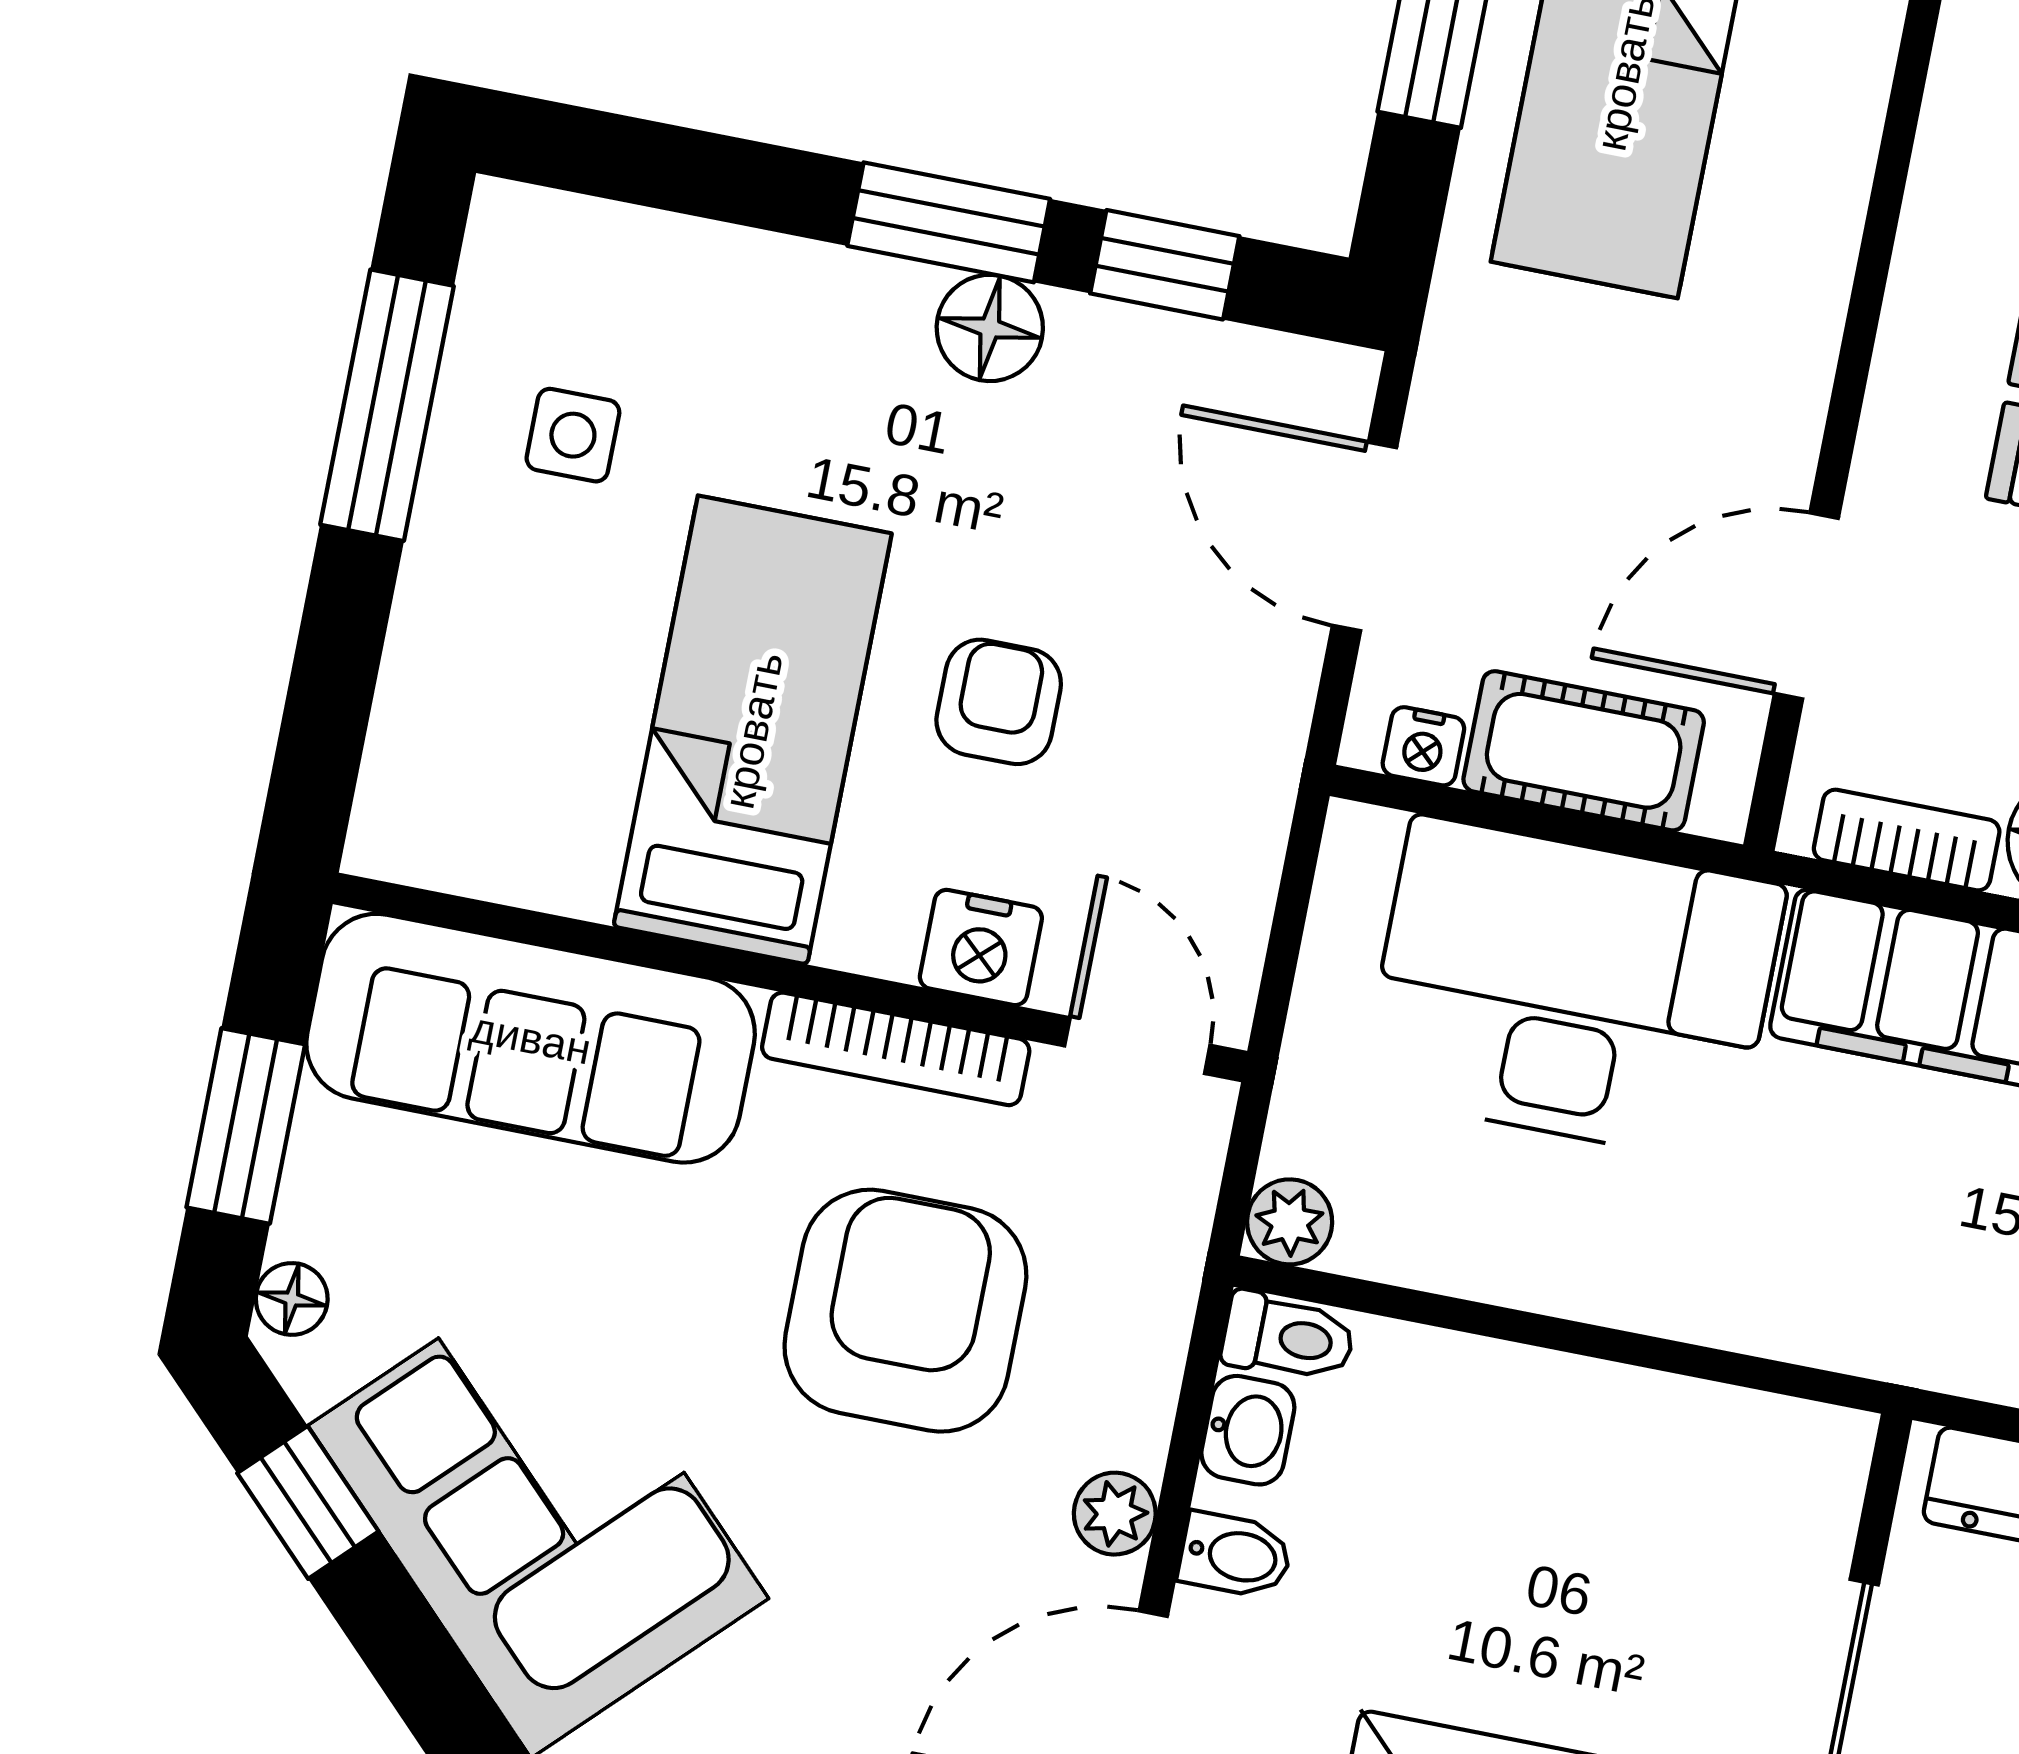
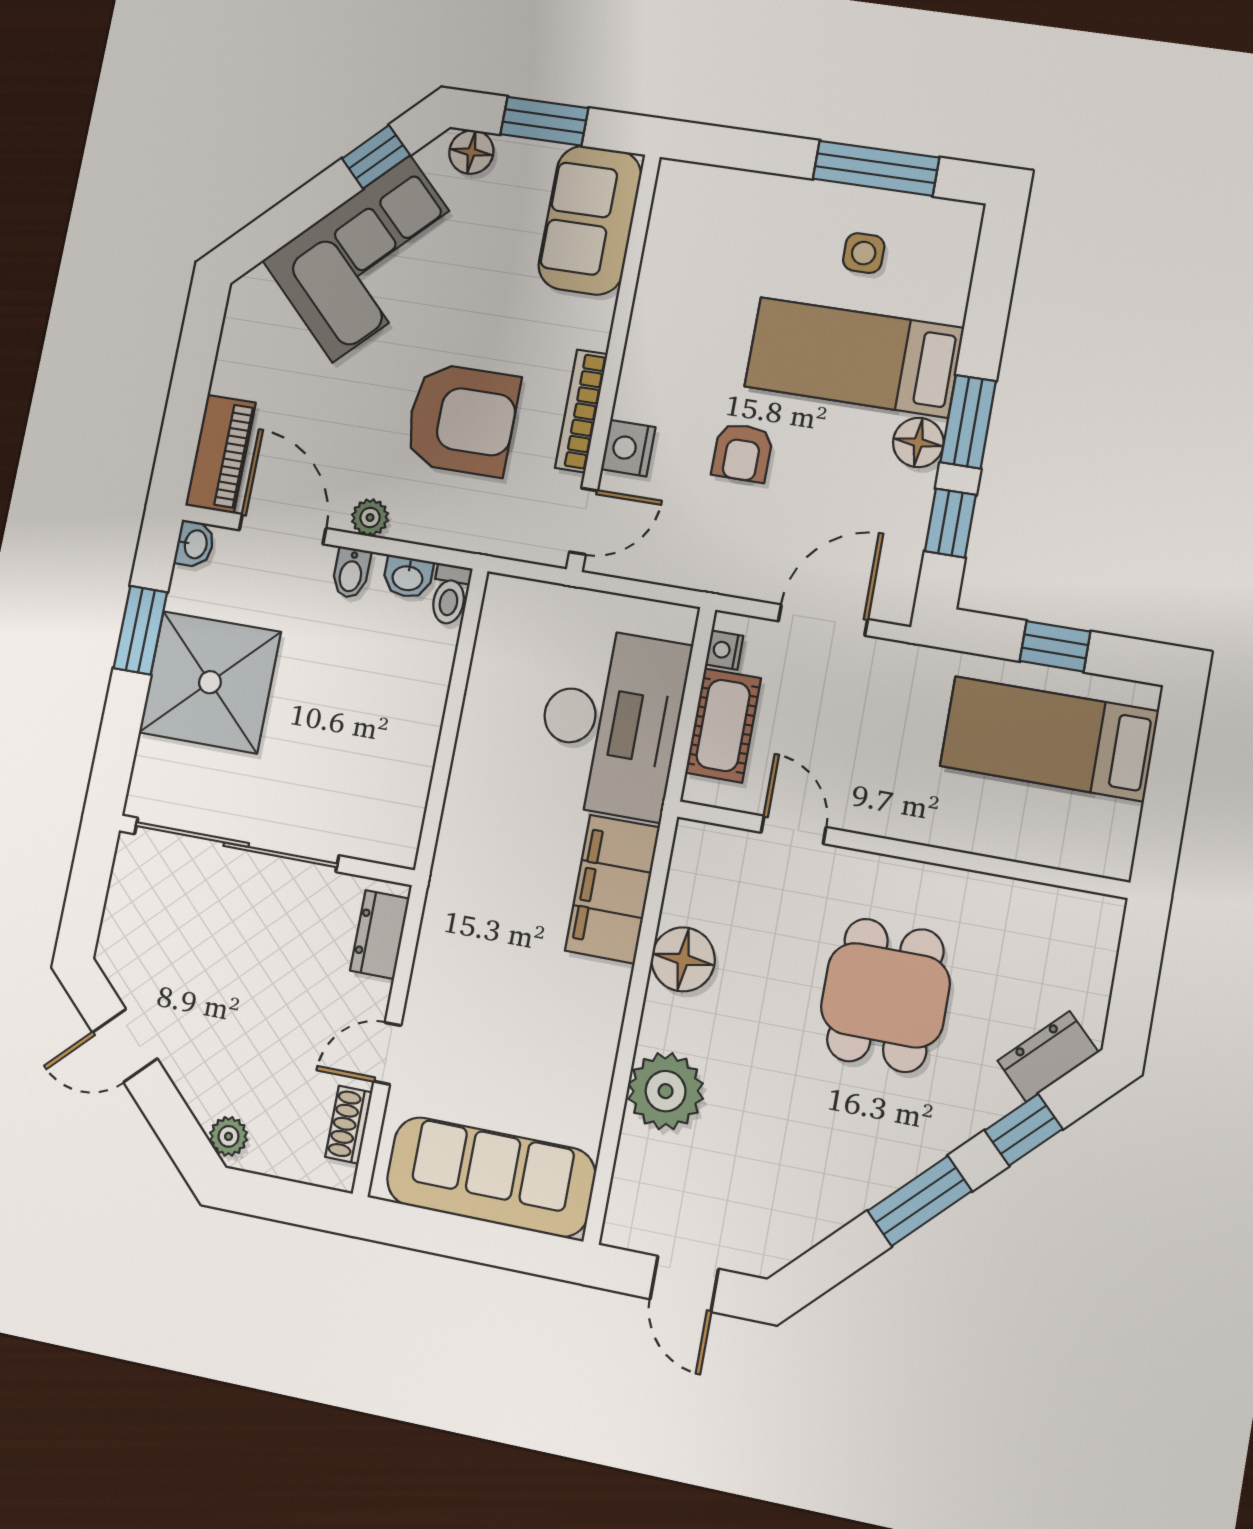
door: (1806, 606) -> (793, 830), width x0.73
armchair: (999, 702) -> (742, 452), turned 90
bed: (753, 730) -> (854, 357), moved, turned 180
bookcase: (1907, 840) -> (683, 879), removed
sofa: (531, 1038) -> (590, 220), width x0.73
plant: (1290, 1222) -> (503, 594), removed
floor lamp: (292, 1299) -> (471, 152), width x1.37, depth x1.37

